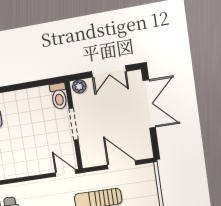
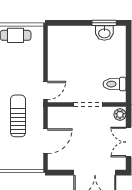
toilet: (59, 96) -> (115, 84), moved

